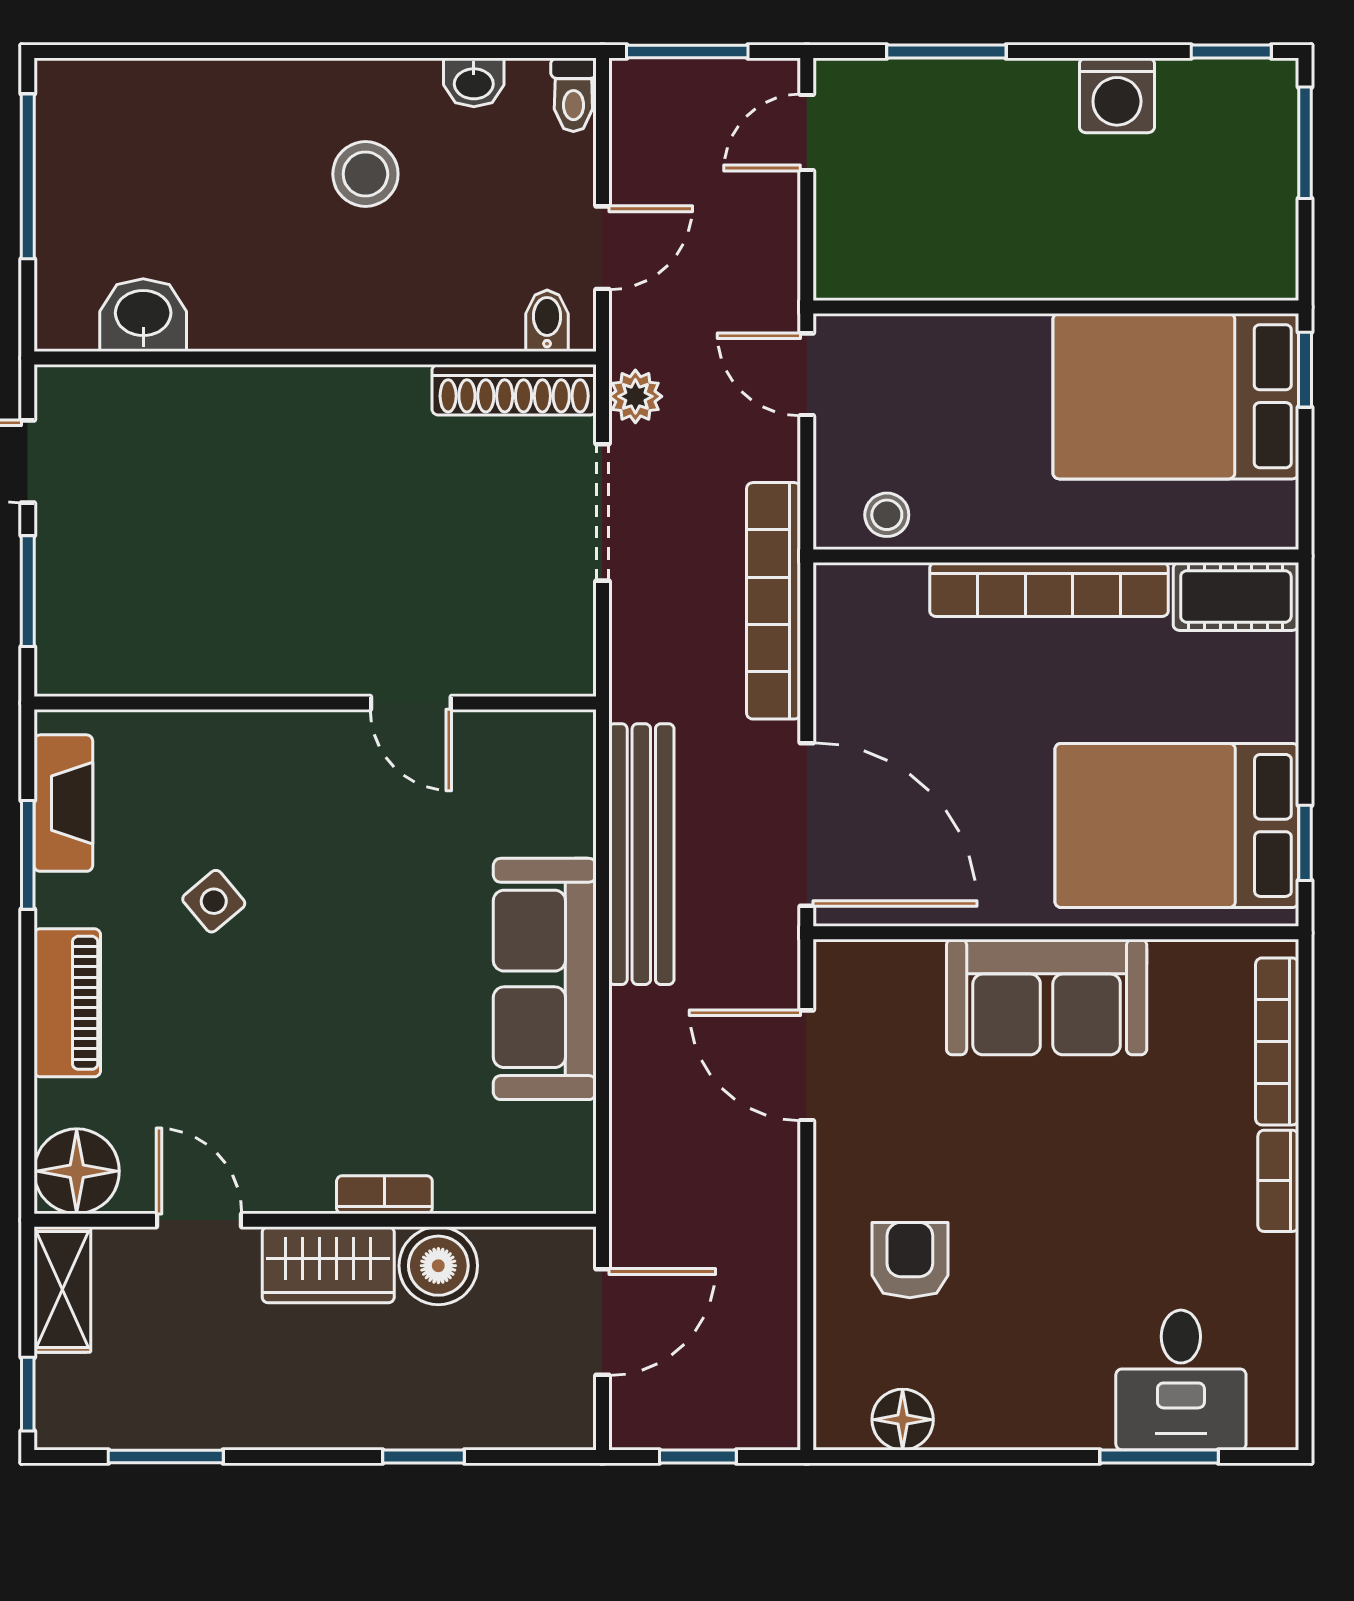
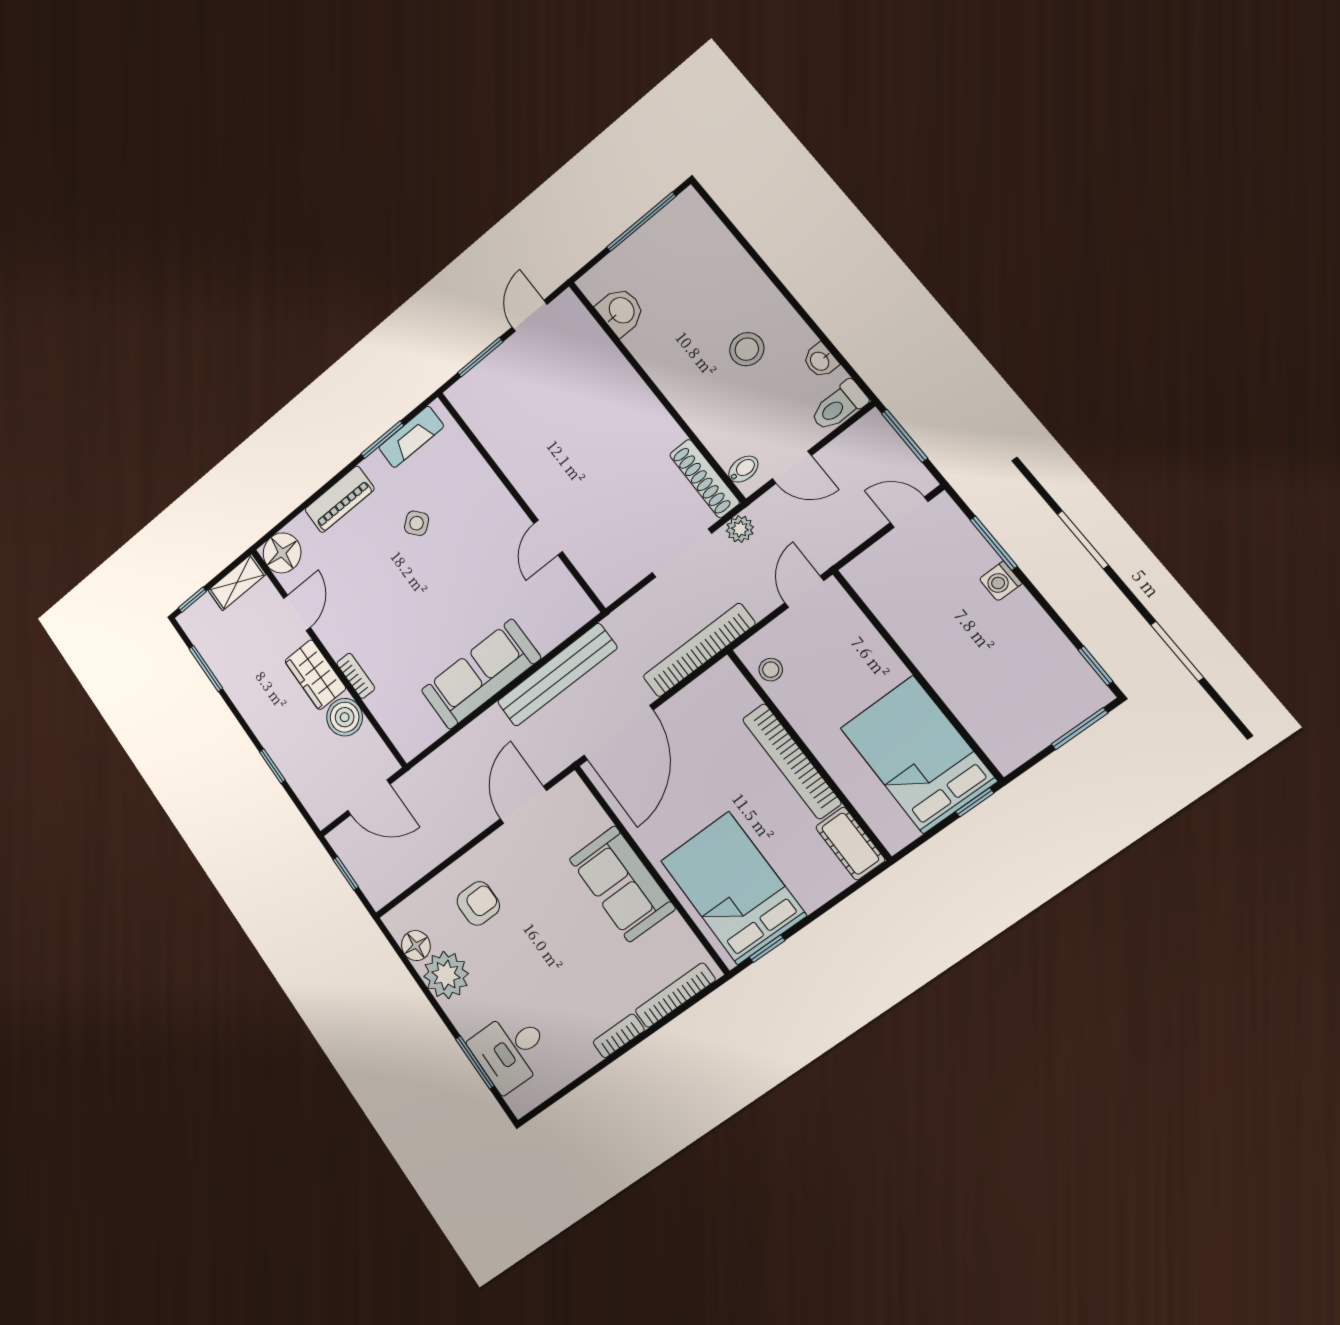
toilet: (573, 95) -> (839, 406), width x1.37, depth x1.39
washing machine: (1117, 95) -> (1001, 581), moved, width x0.73, depth x0.73
plant: (986, 1402) -> (446, 975), added

